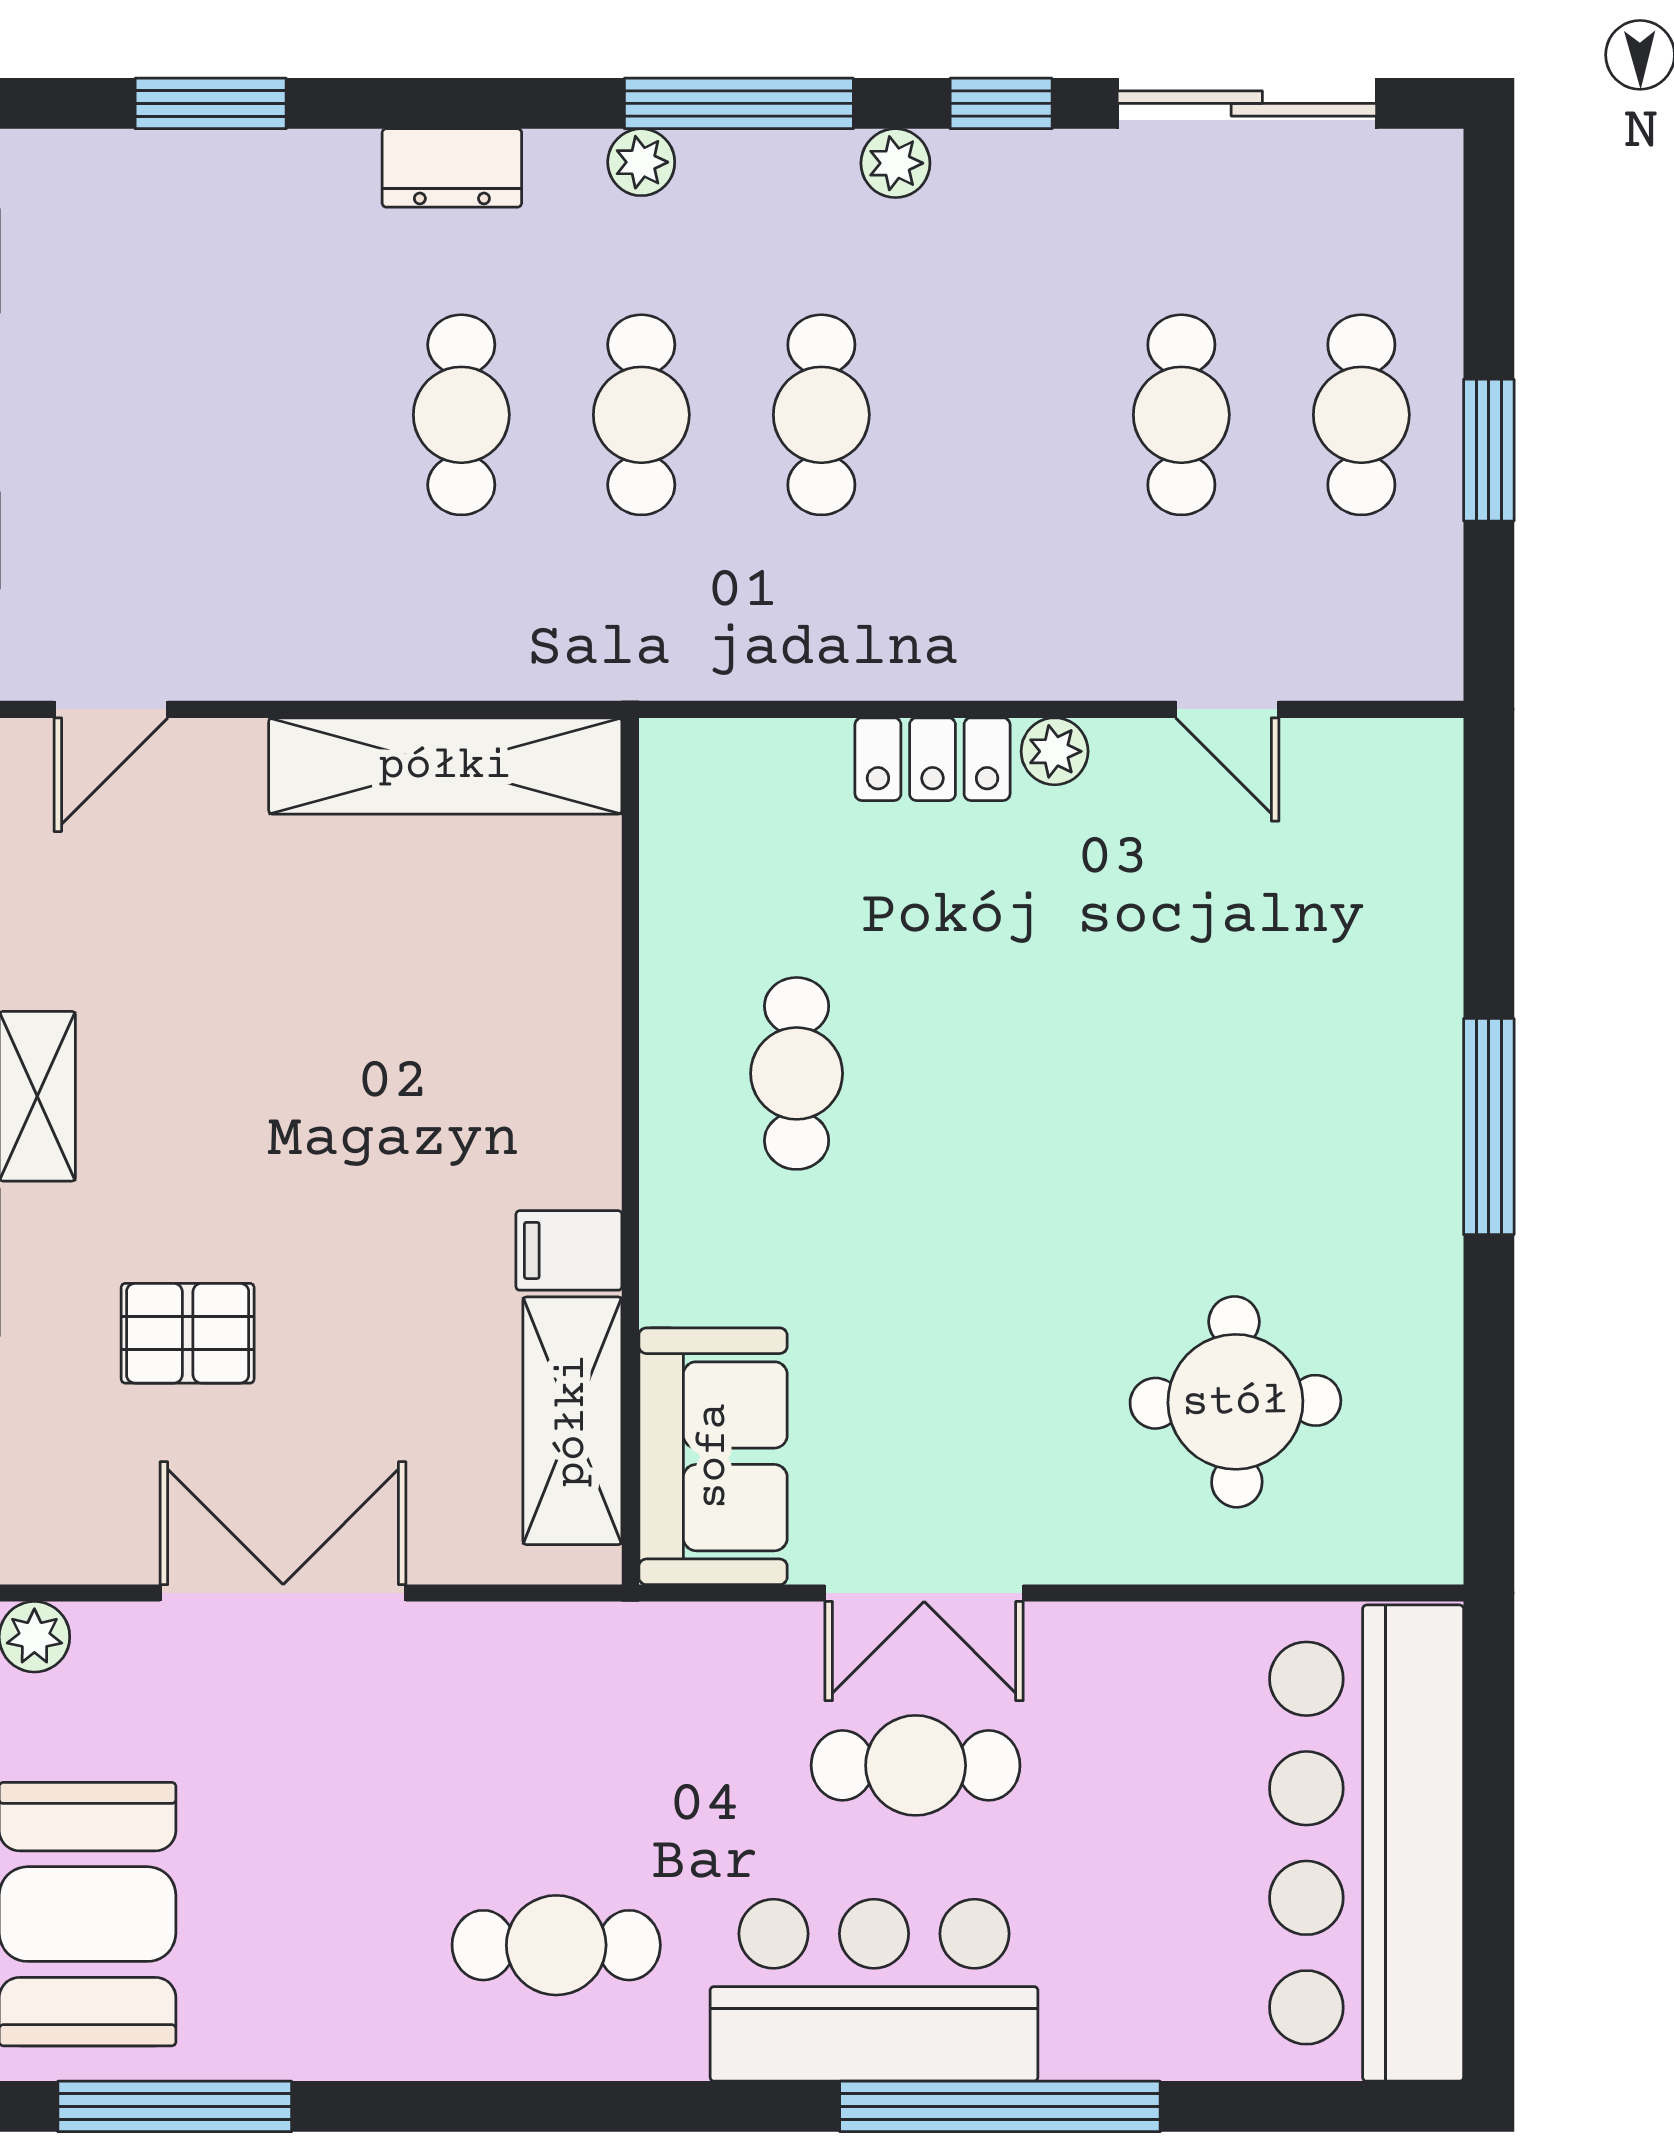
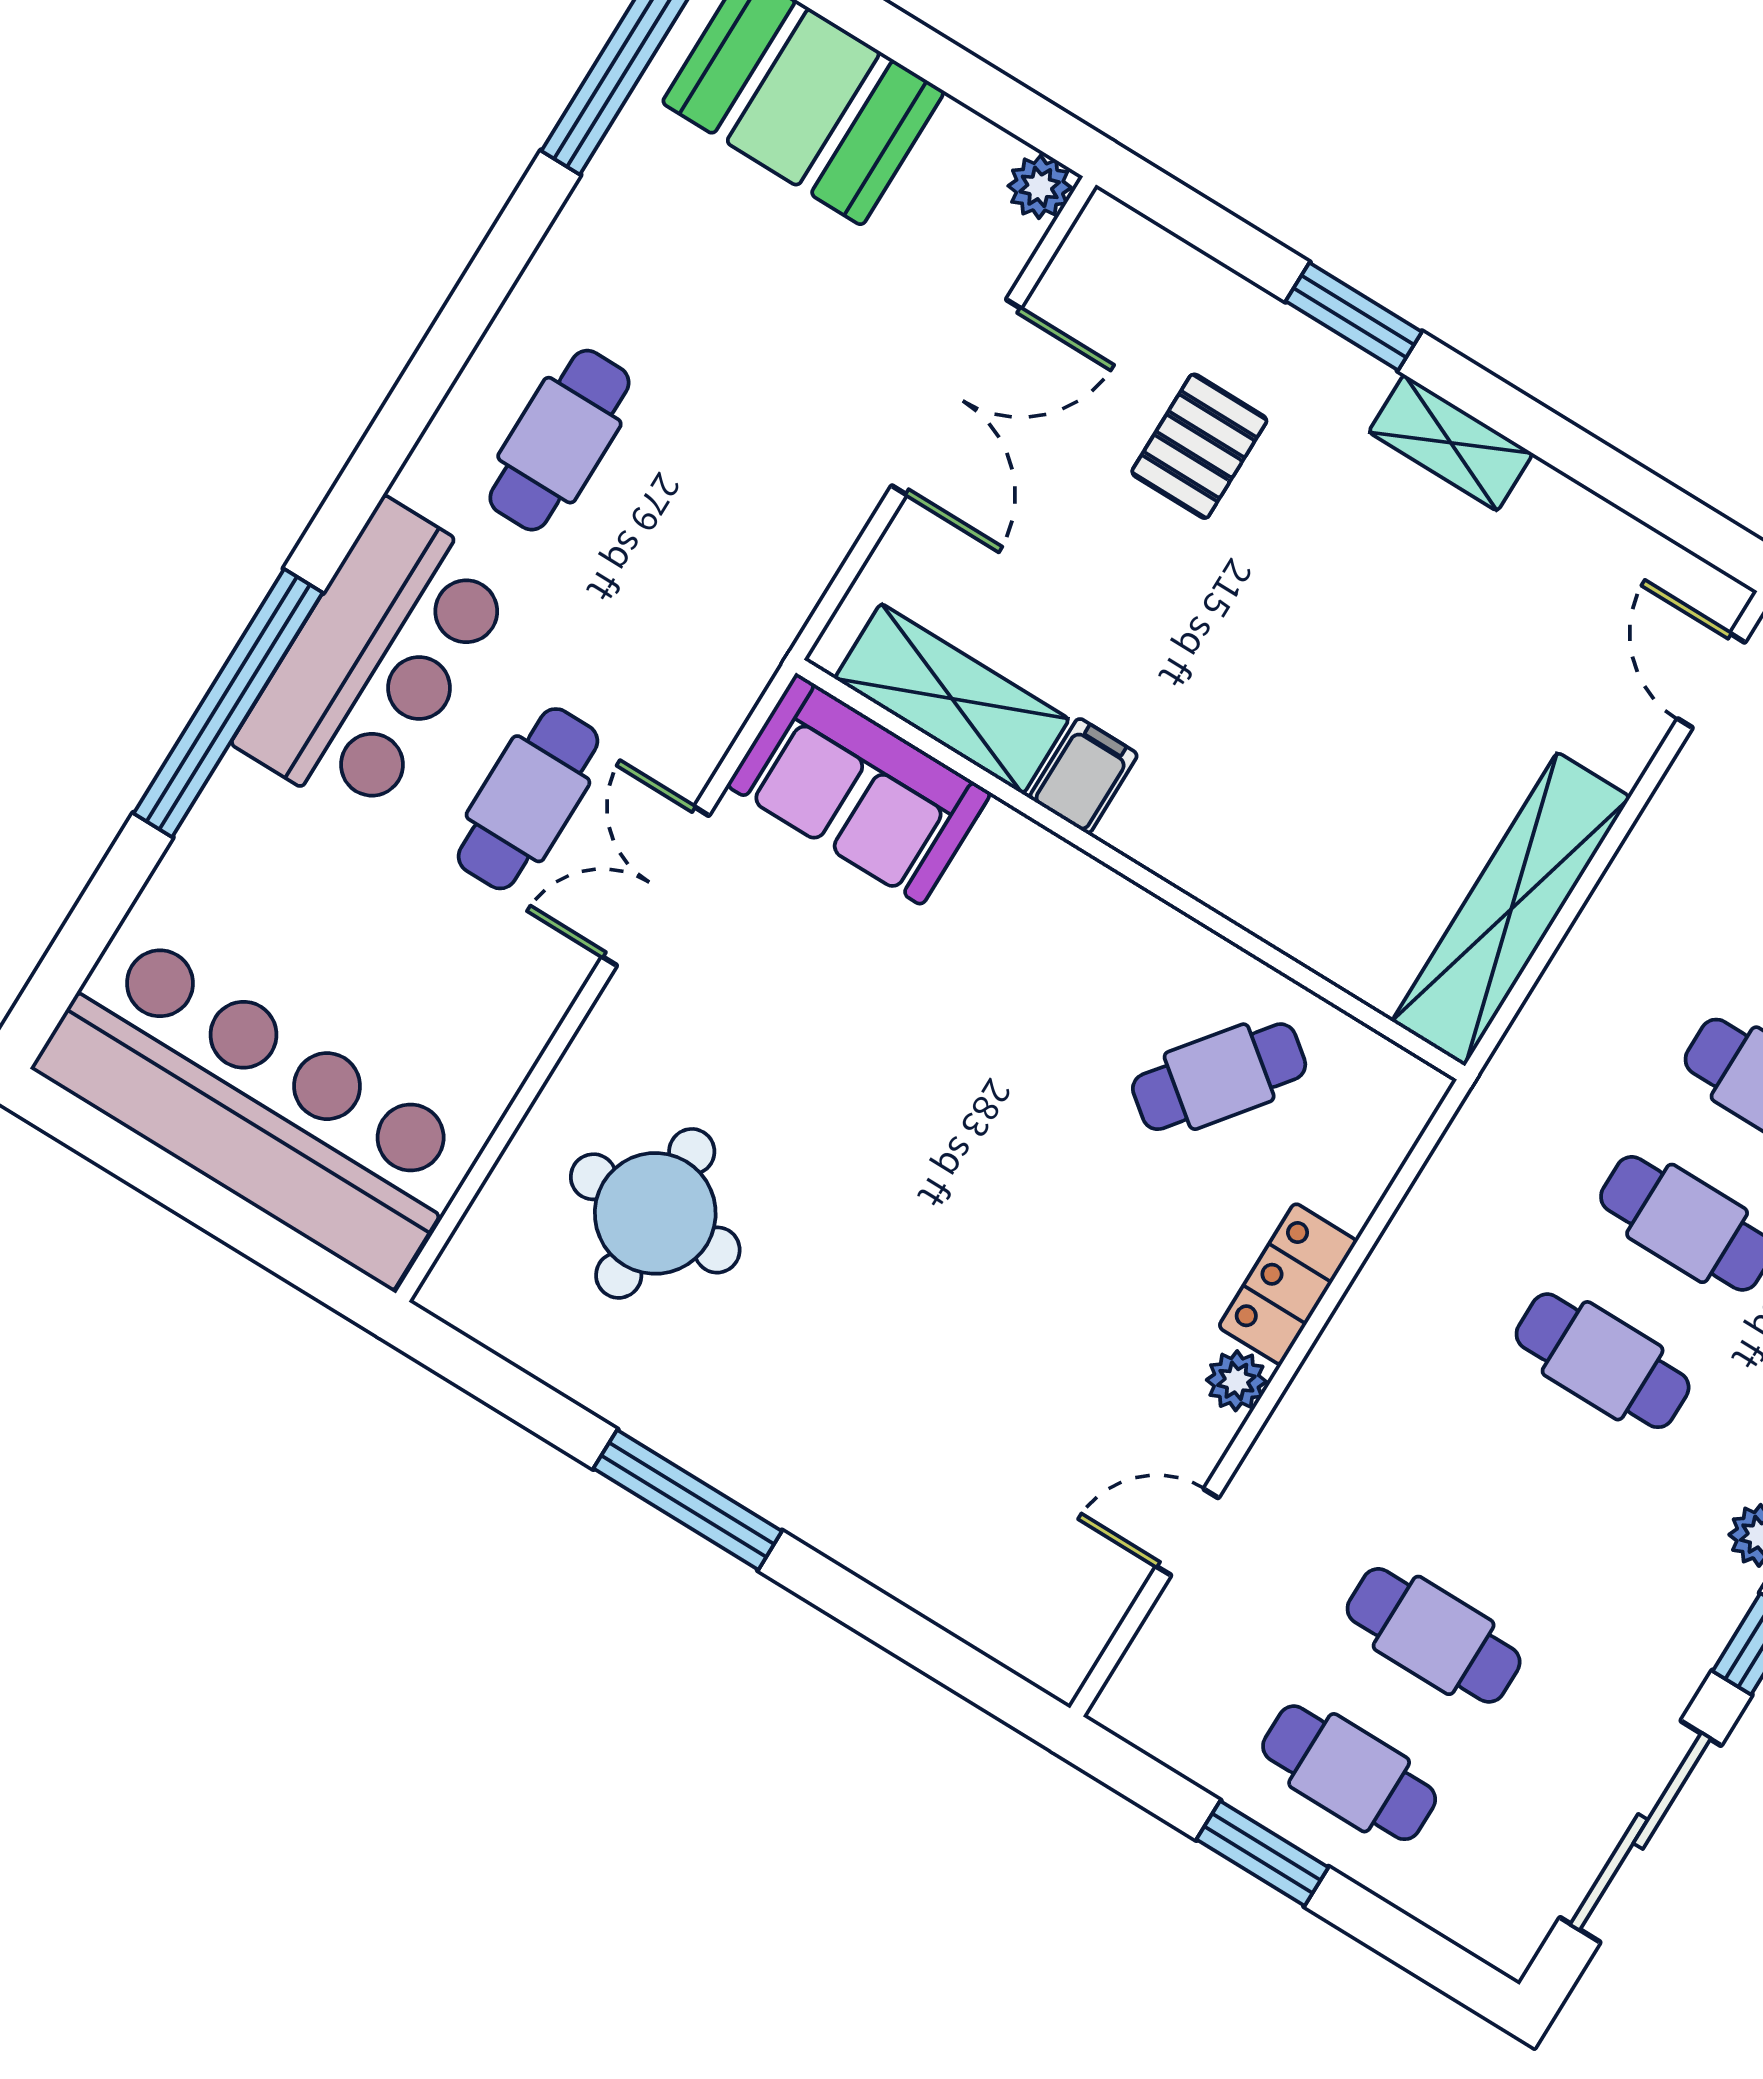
cafe table: (797, 1073) -> (1219, 1077), moved, turned -52
window: (1489, 1127) -> (688, 1500), moved

